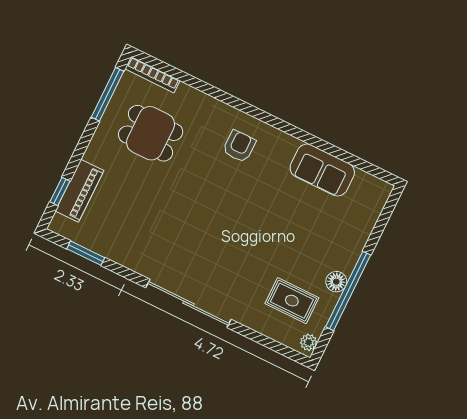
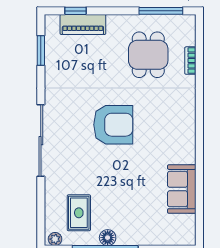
bookcase: (152, 75) -> (190, 61), moved, width x0.64
armchair: (239, 146) -> (113, 125), moved, width x1.88, depth x1.88

